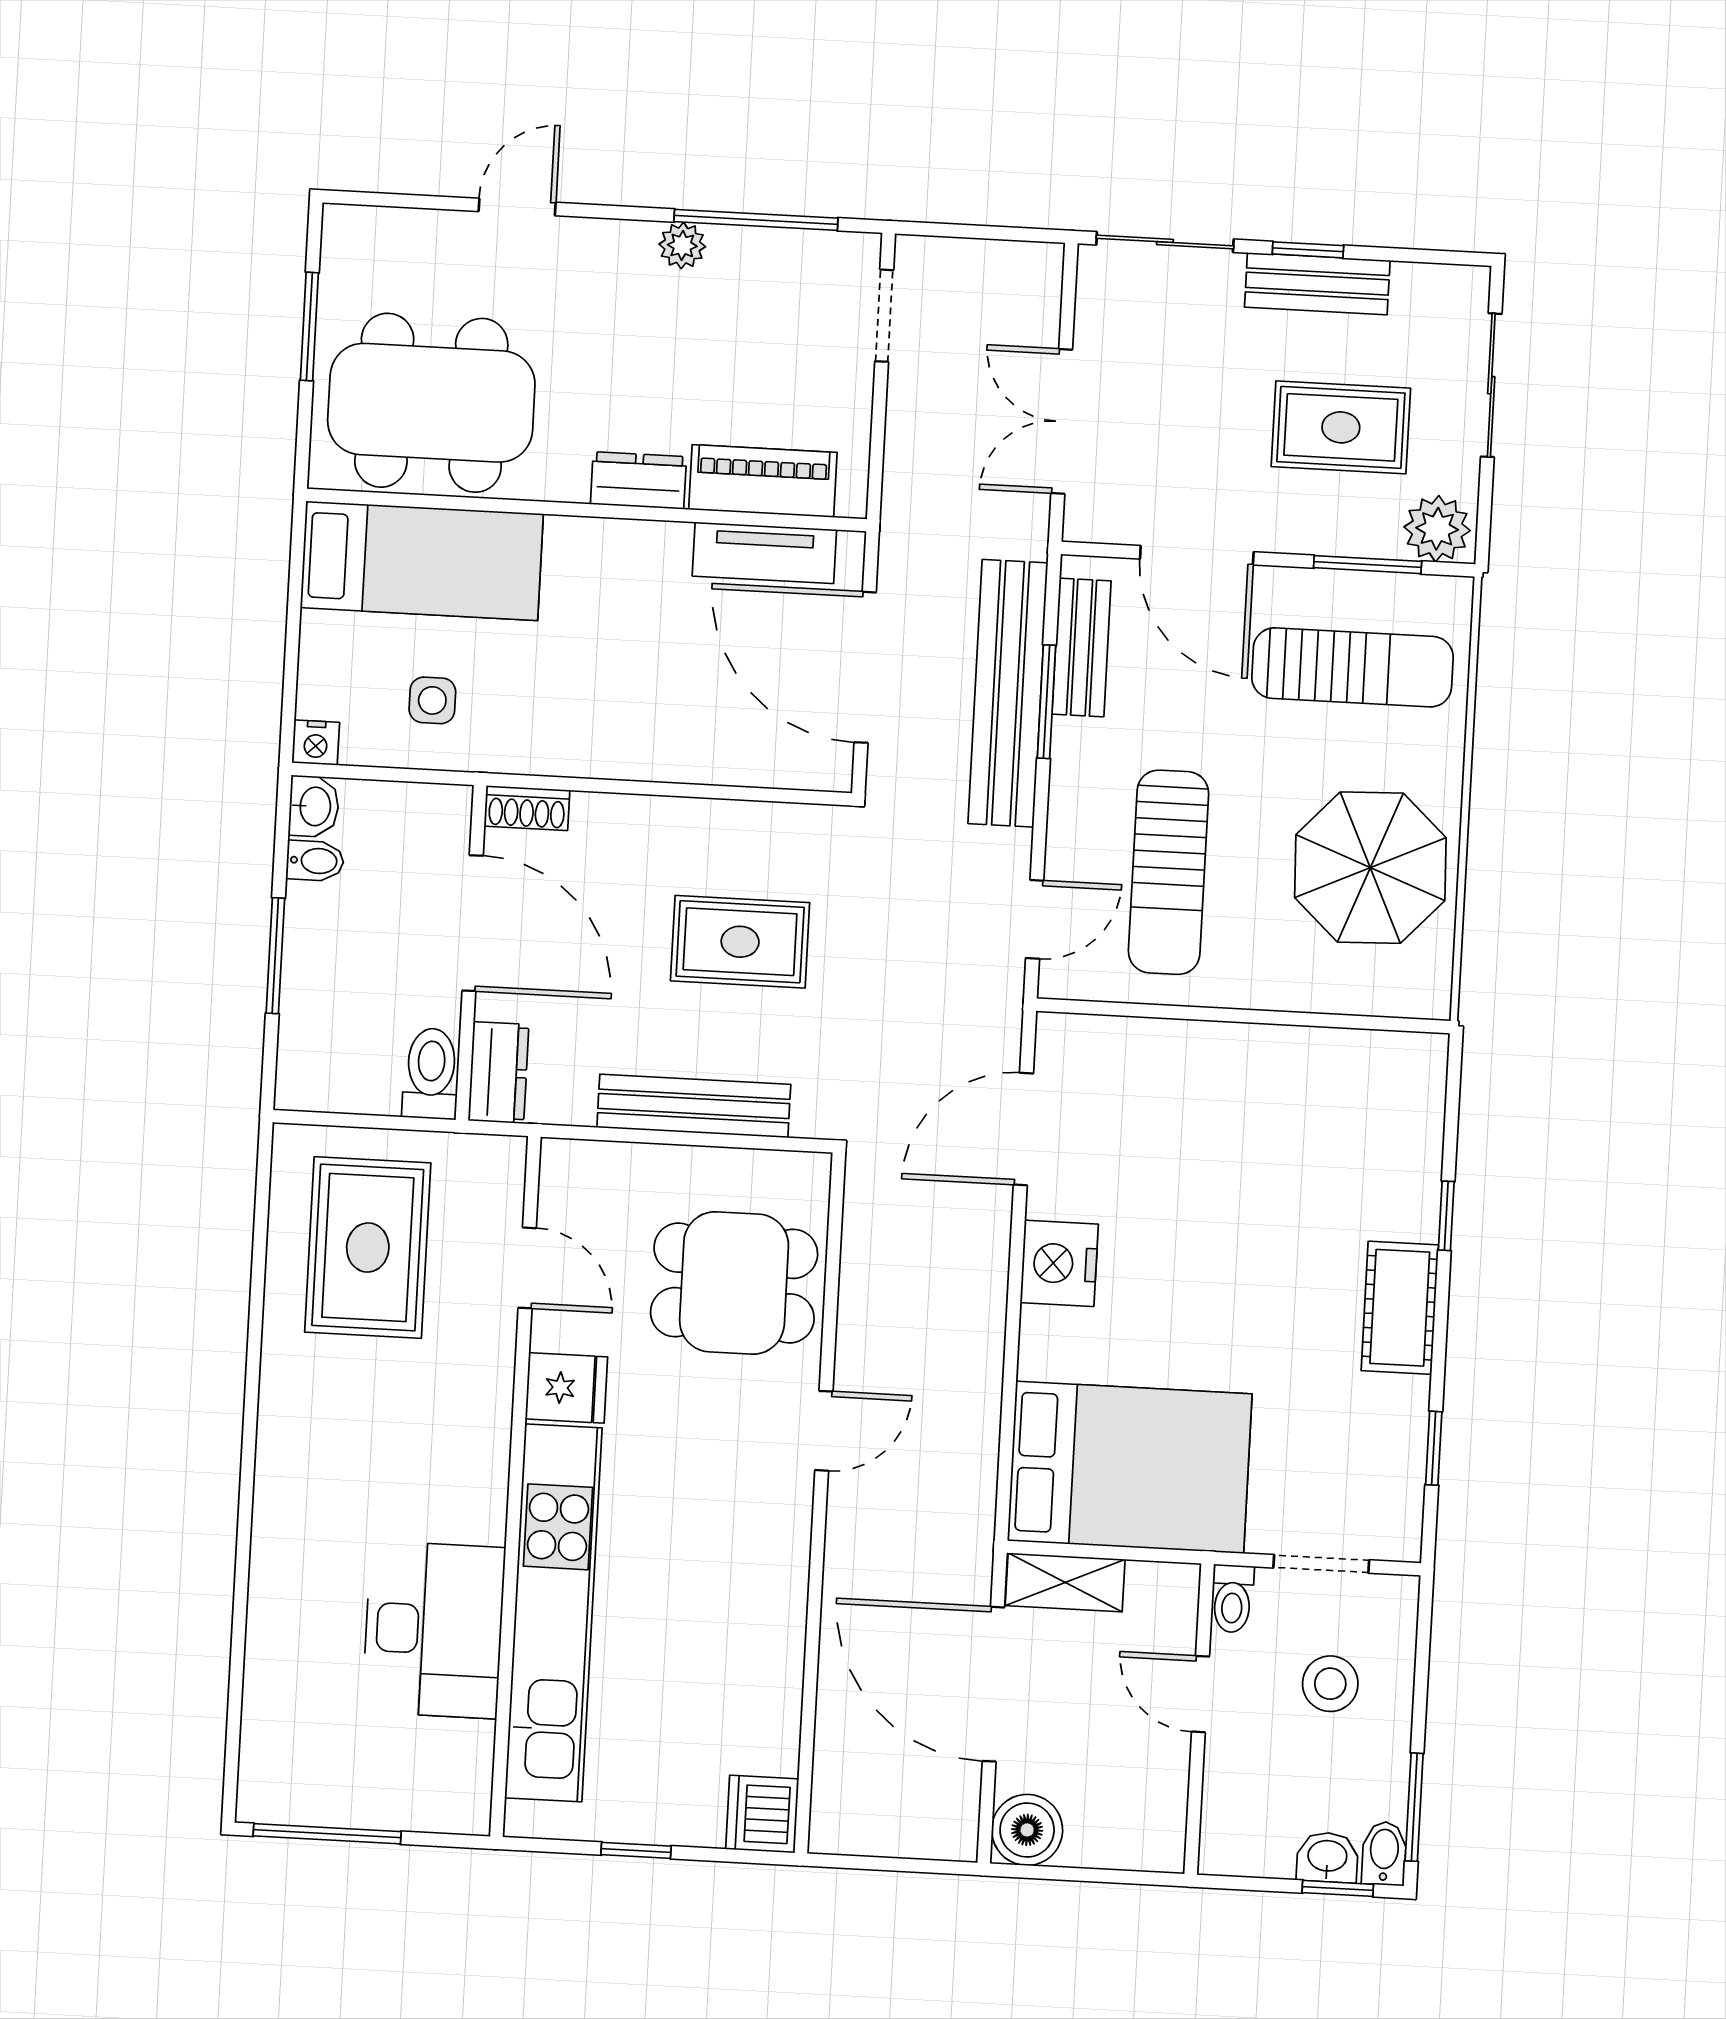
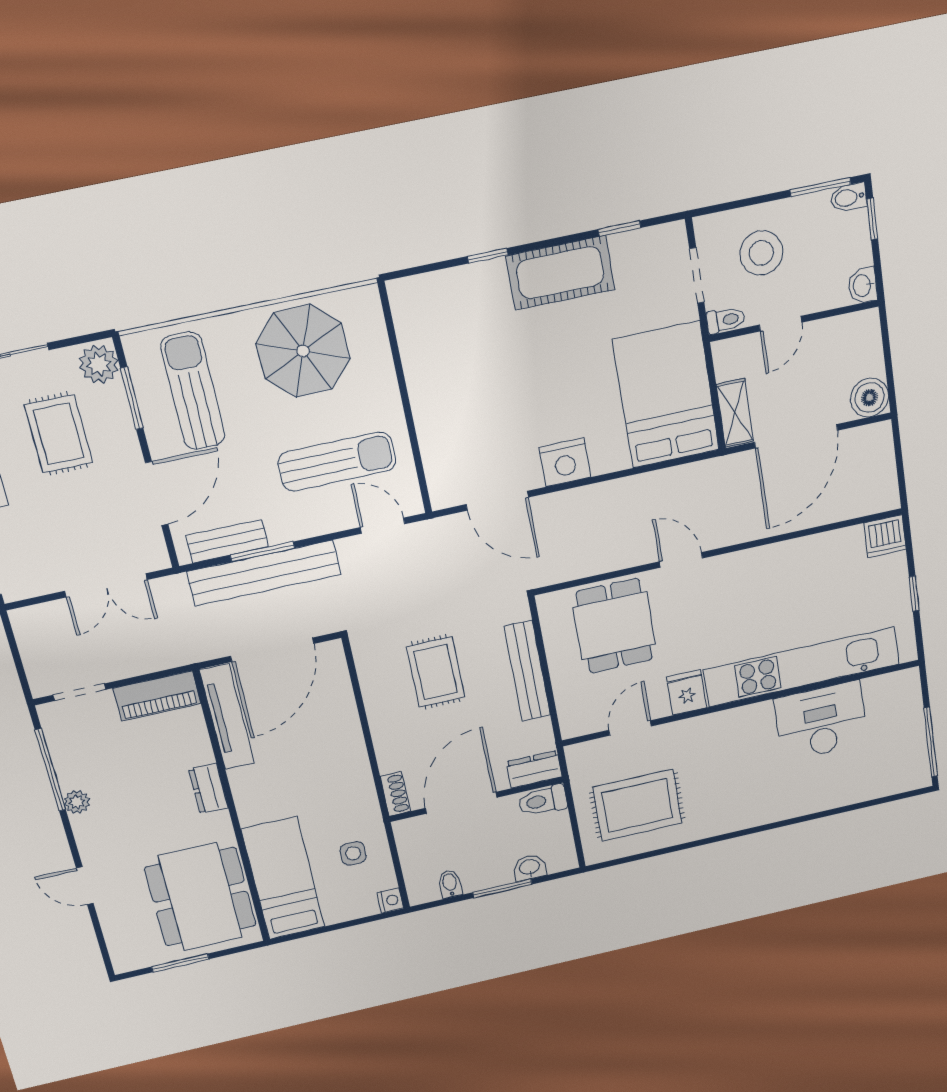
piano: (763, 481) -> (157, 696), moved, turned -90
tv unit: (764, 553) -> (227, 717), width x1.41
washbasin: (314, 806) -> (530, 867), moved
cot: (1400, 1308) -> (560, 273), width x1.37, depth x1.34
stool: (1330, 1684) -> (761, 253), width x1.38, depth x1.38
washbasin: (1327, 1857) -> (863, 285), moved

